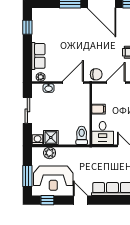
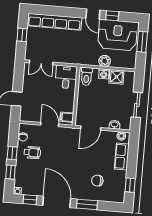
chair: (96, 74) -> (97, 181), moved
door: (116, 83) -> (50, 125), swing flipped
filing cabinet: (98, 109) -> (67, 117), moved
washing machine: (38, 140) -> (104, 74), moved
plant: (50, 153) -> (105, 61), moved
window: (47, 200) -> (112, 16), moved

